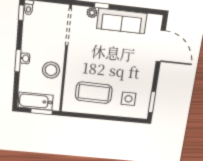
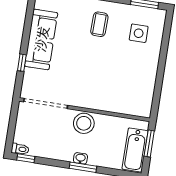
plant: (92, 13) -> (30, 75), removed
stool: (51, 70) -> (84, 123), moved
coffee table: (94, 93) -> (99, 24), moved, width x0.54, depth x0.58

